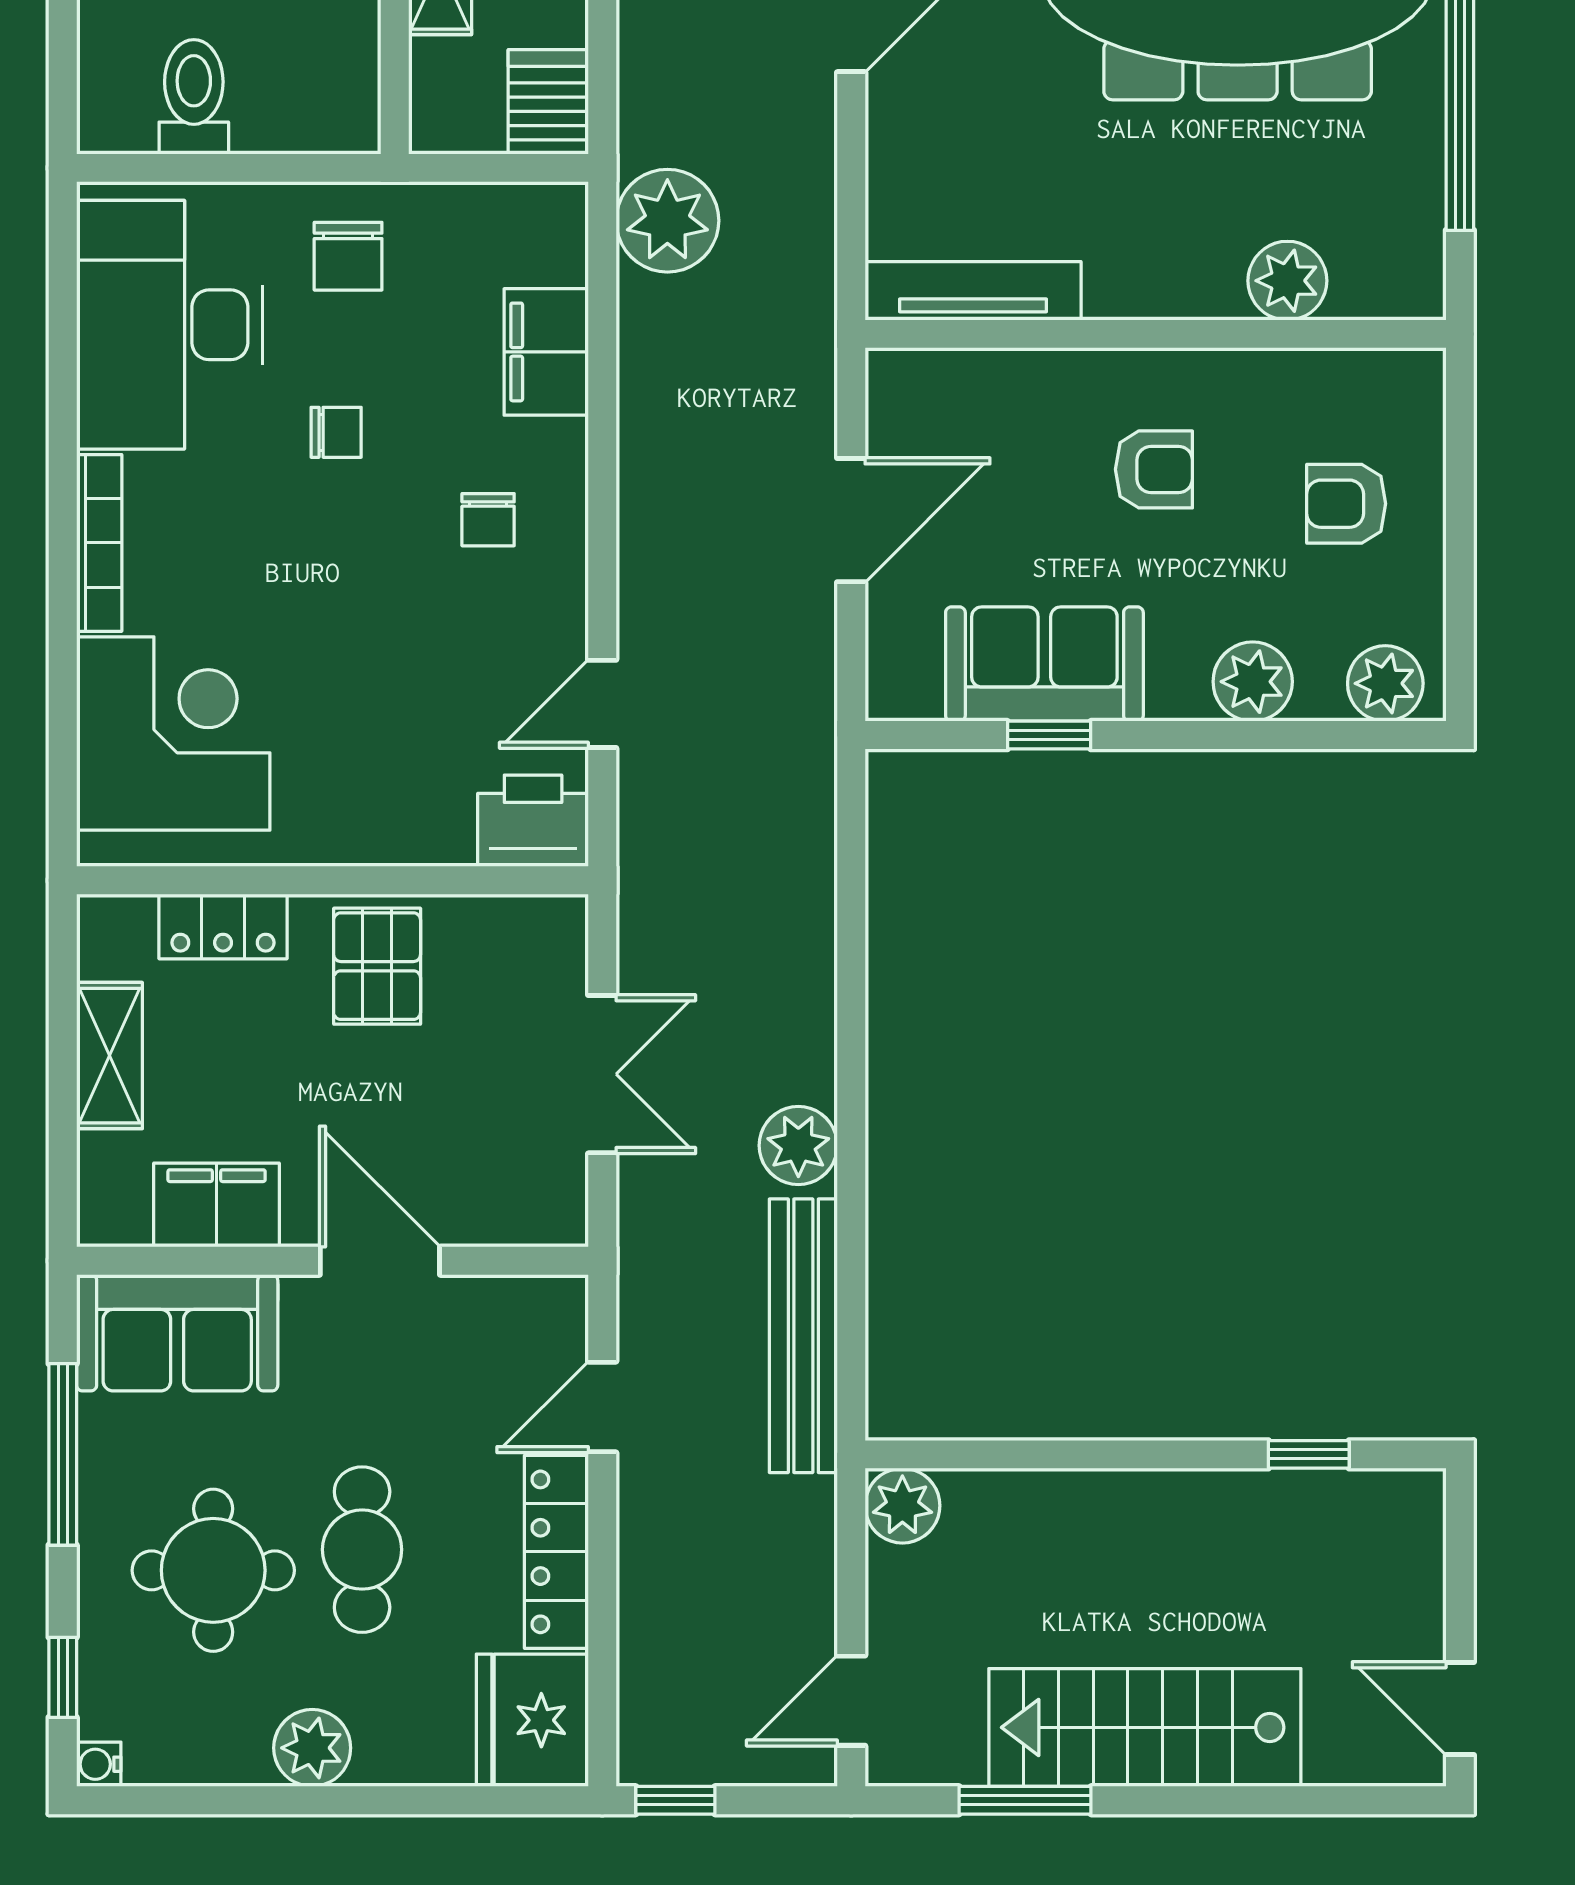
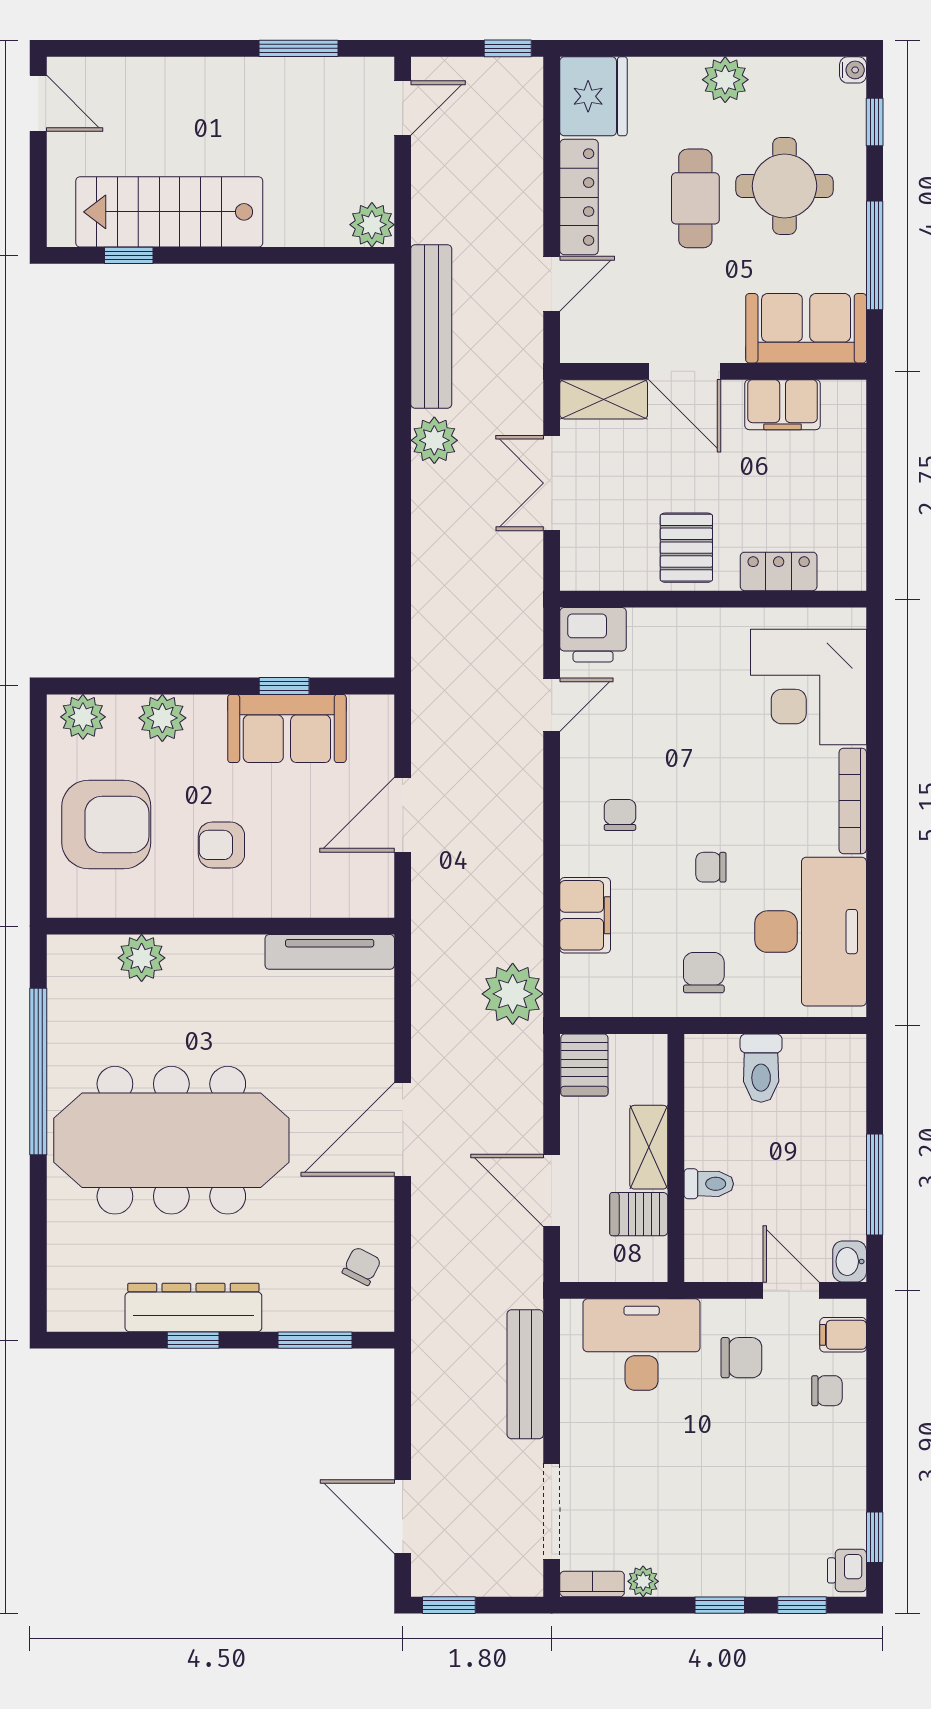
toilet: (194, 97) -> (761, 1068), moved
armchair: (1346, 504) -> (106, 824), width x1.88, depth x1.88
shelving: (109, 1056) -> (604, 399), moved, turned 90
stairs: (1145, 1727) -> (169, 212), moved, turned 180

